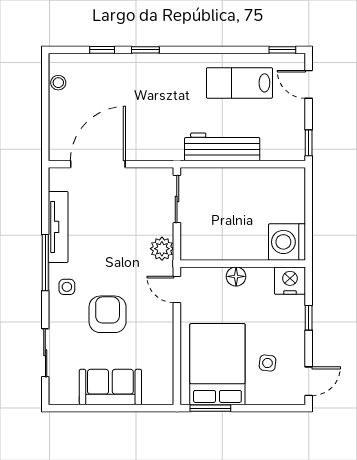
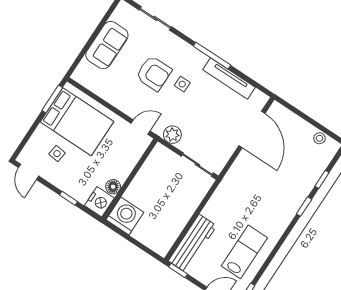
workbench: (222, 147) -> (192, 243), moved
floor lamp: (236, 276) -> (113, 187), moved
side table: (67, 287) -> (182, 84), moved

